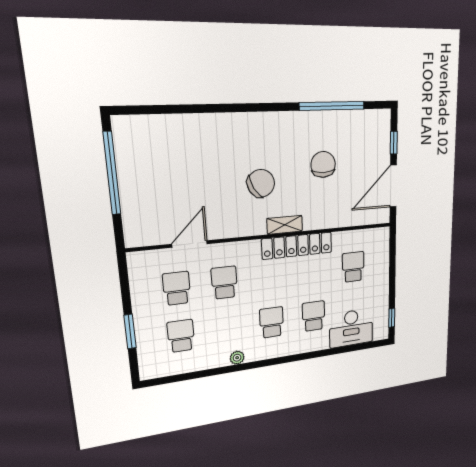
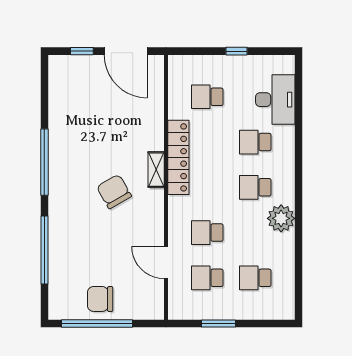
window: (332, 106) -> (44, 162), moved
window: (193, 109) -> (44, 250), added
chair: (323, 164) -> (100, 299), moved
window: (392, 318) -> (237, 51), moved
window: (130, 332) -> (218, 324), moved
plant: (237, 358) -> (281, 218), width x1.88, depth x1.88

